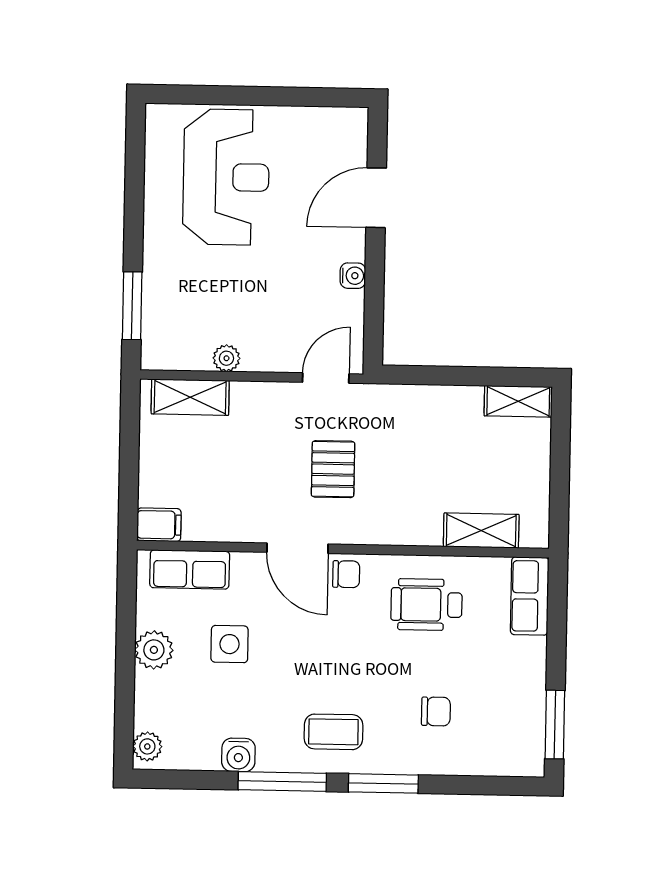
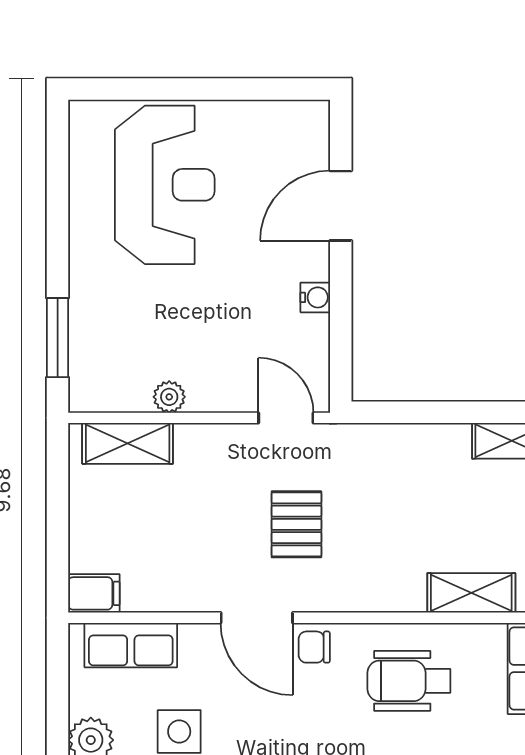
door: (326, 378) -> (286, 418), hinge flipped
chair: (346, 574) -> (314, 647), turned 180

